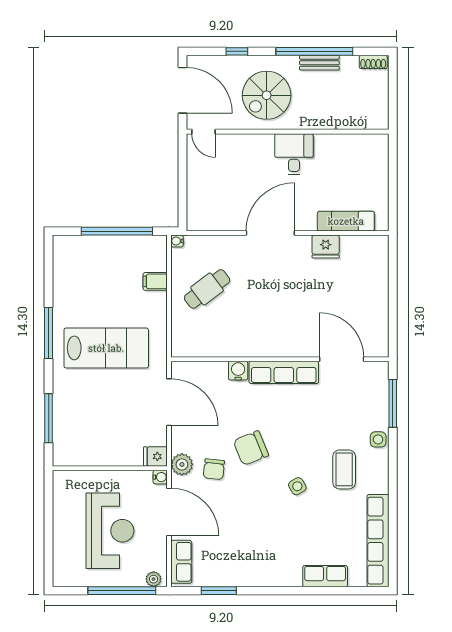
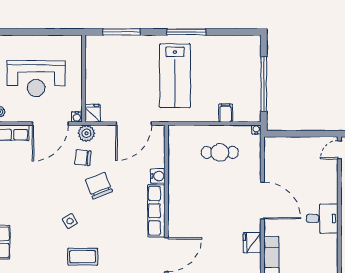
cafe table: (207, 289) -> (220, 152), turned -53

